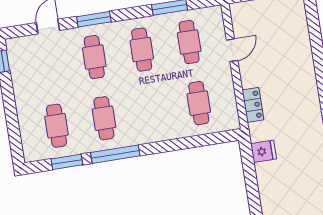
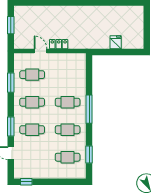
cafe table: (199, 103) -> (68, 102), moved
locker: (253, 105) -> (59, 44), moved
fridge: (264, 151) -> (116, 42), moved
window: (115, 154) -> (89, 109), moved

